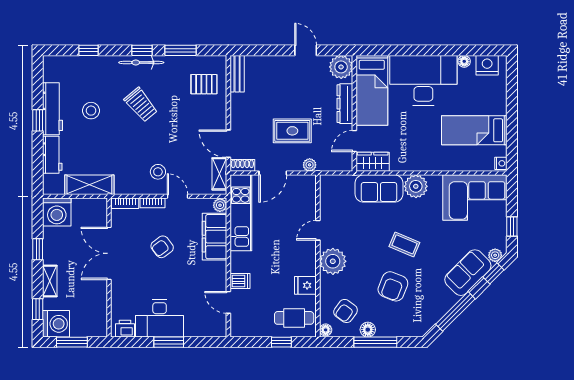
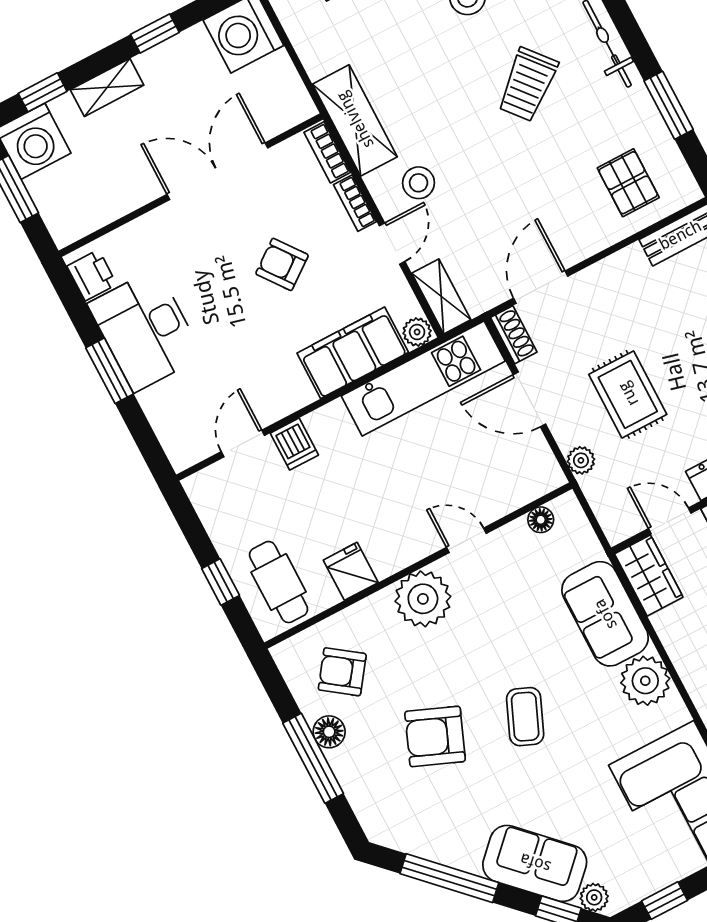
window: (142, 50) -> (631, 33), removed
shelving: (219, 174) -> (441, 296), moved, turned 90
shelving: (89, 185) -> (355, 120), moved
floor lamp: (326, 330) -> (541, 520), moved

